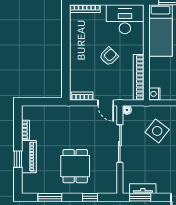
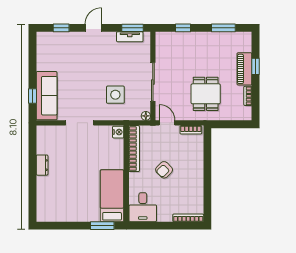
desk: (125, 19) -> (143, 207), width x0.73
side table: (157, 131) -> (115, 95), turned -38
dining table: (75, 166) -> (206, 94), moved

